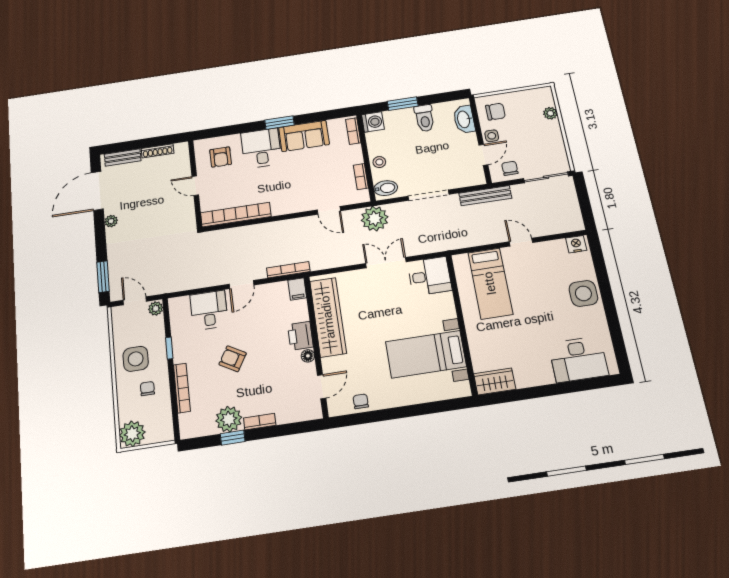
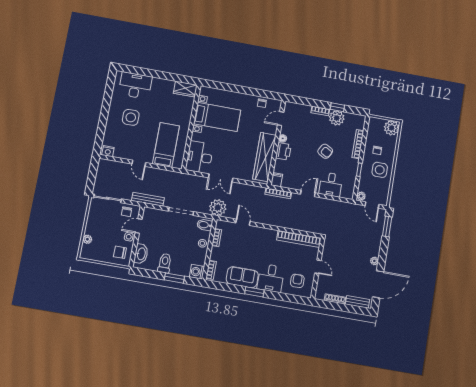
desk: (430, 276) -> (199, 157), width x1.37
side table: (583, 293) -> (131, 117), moved

